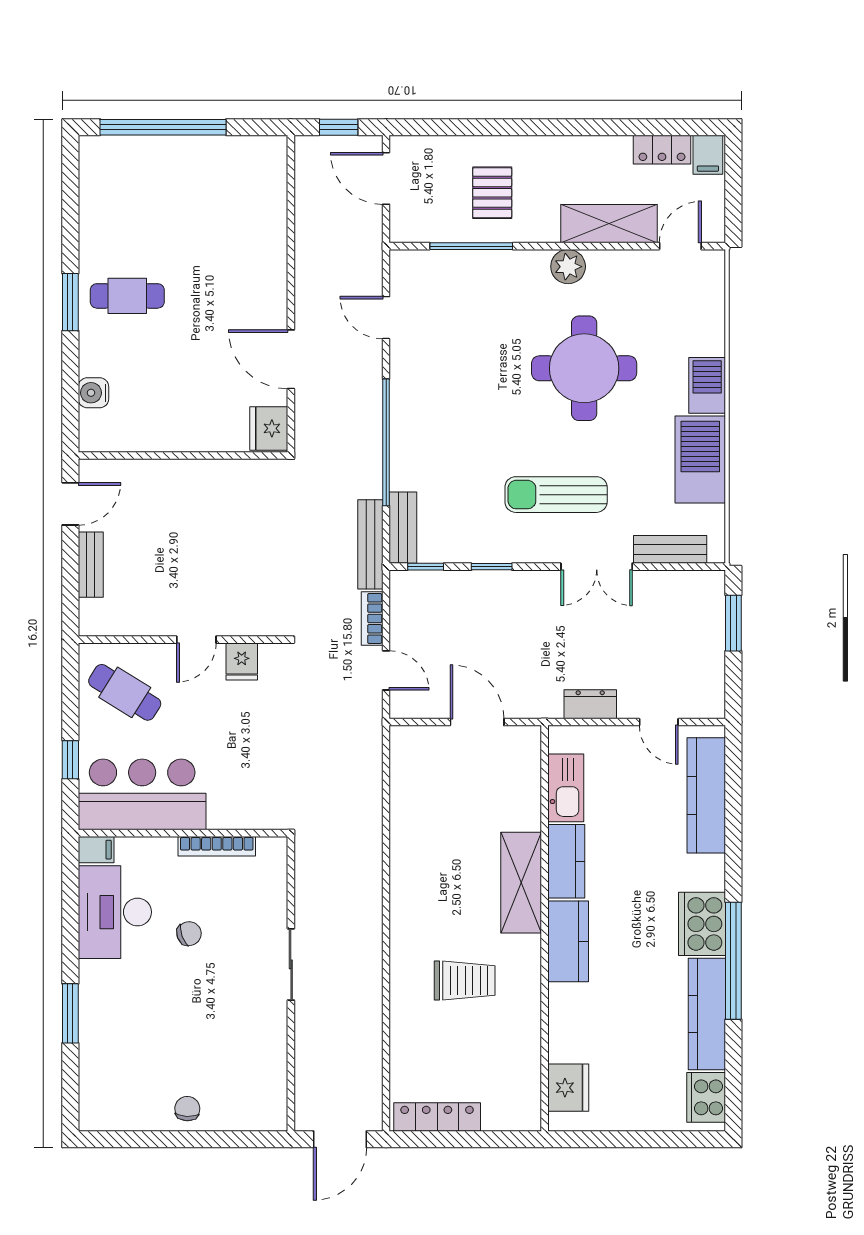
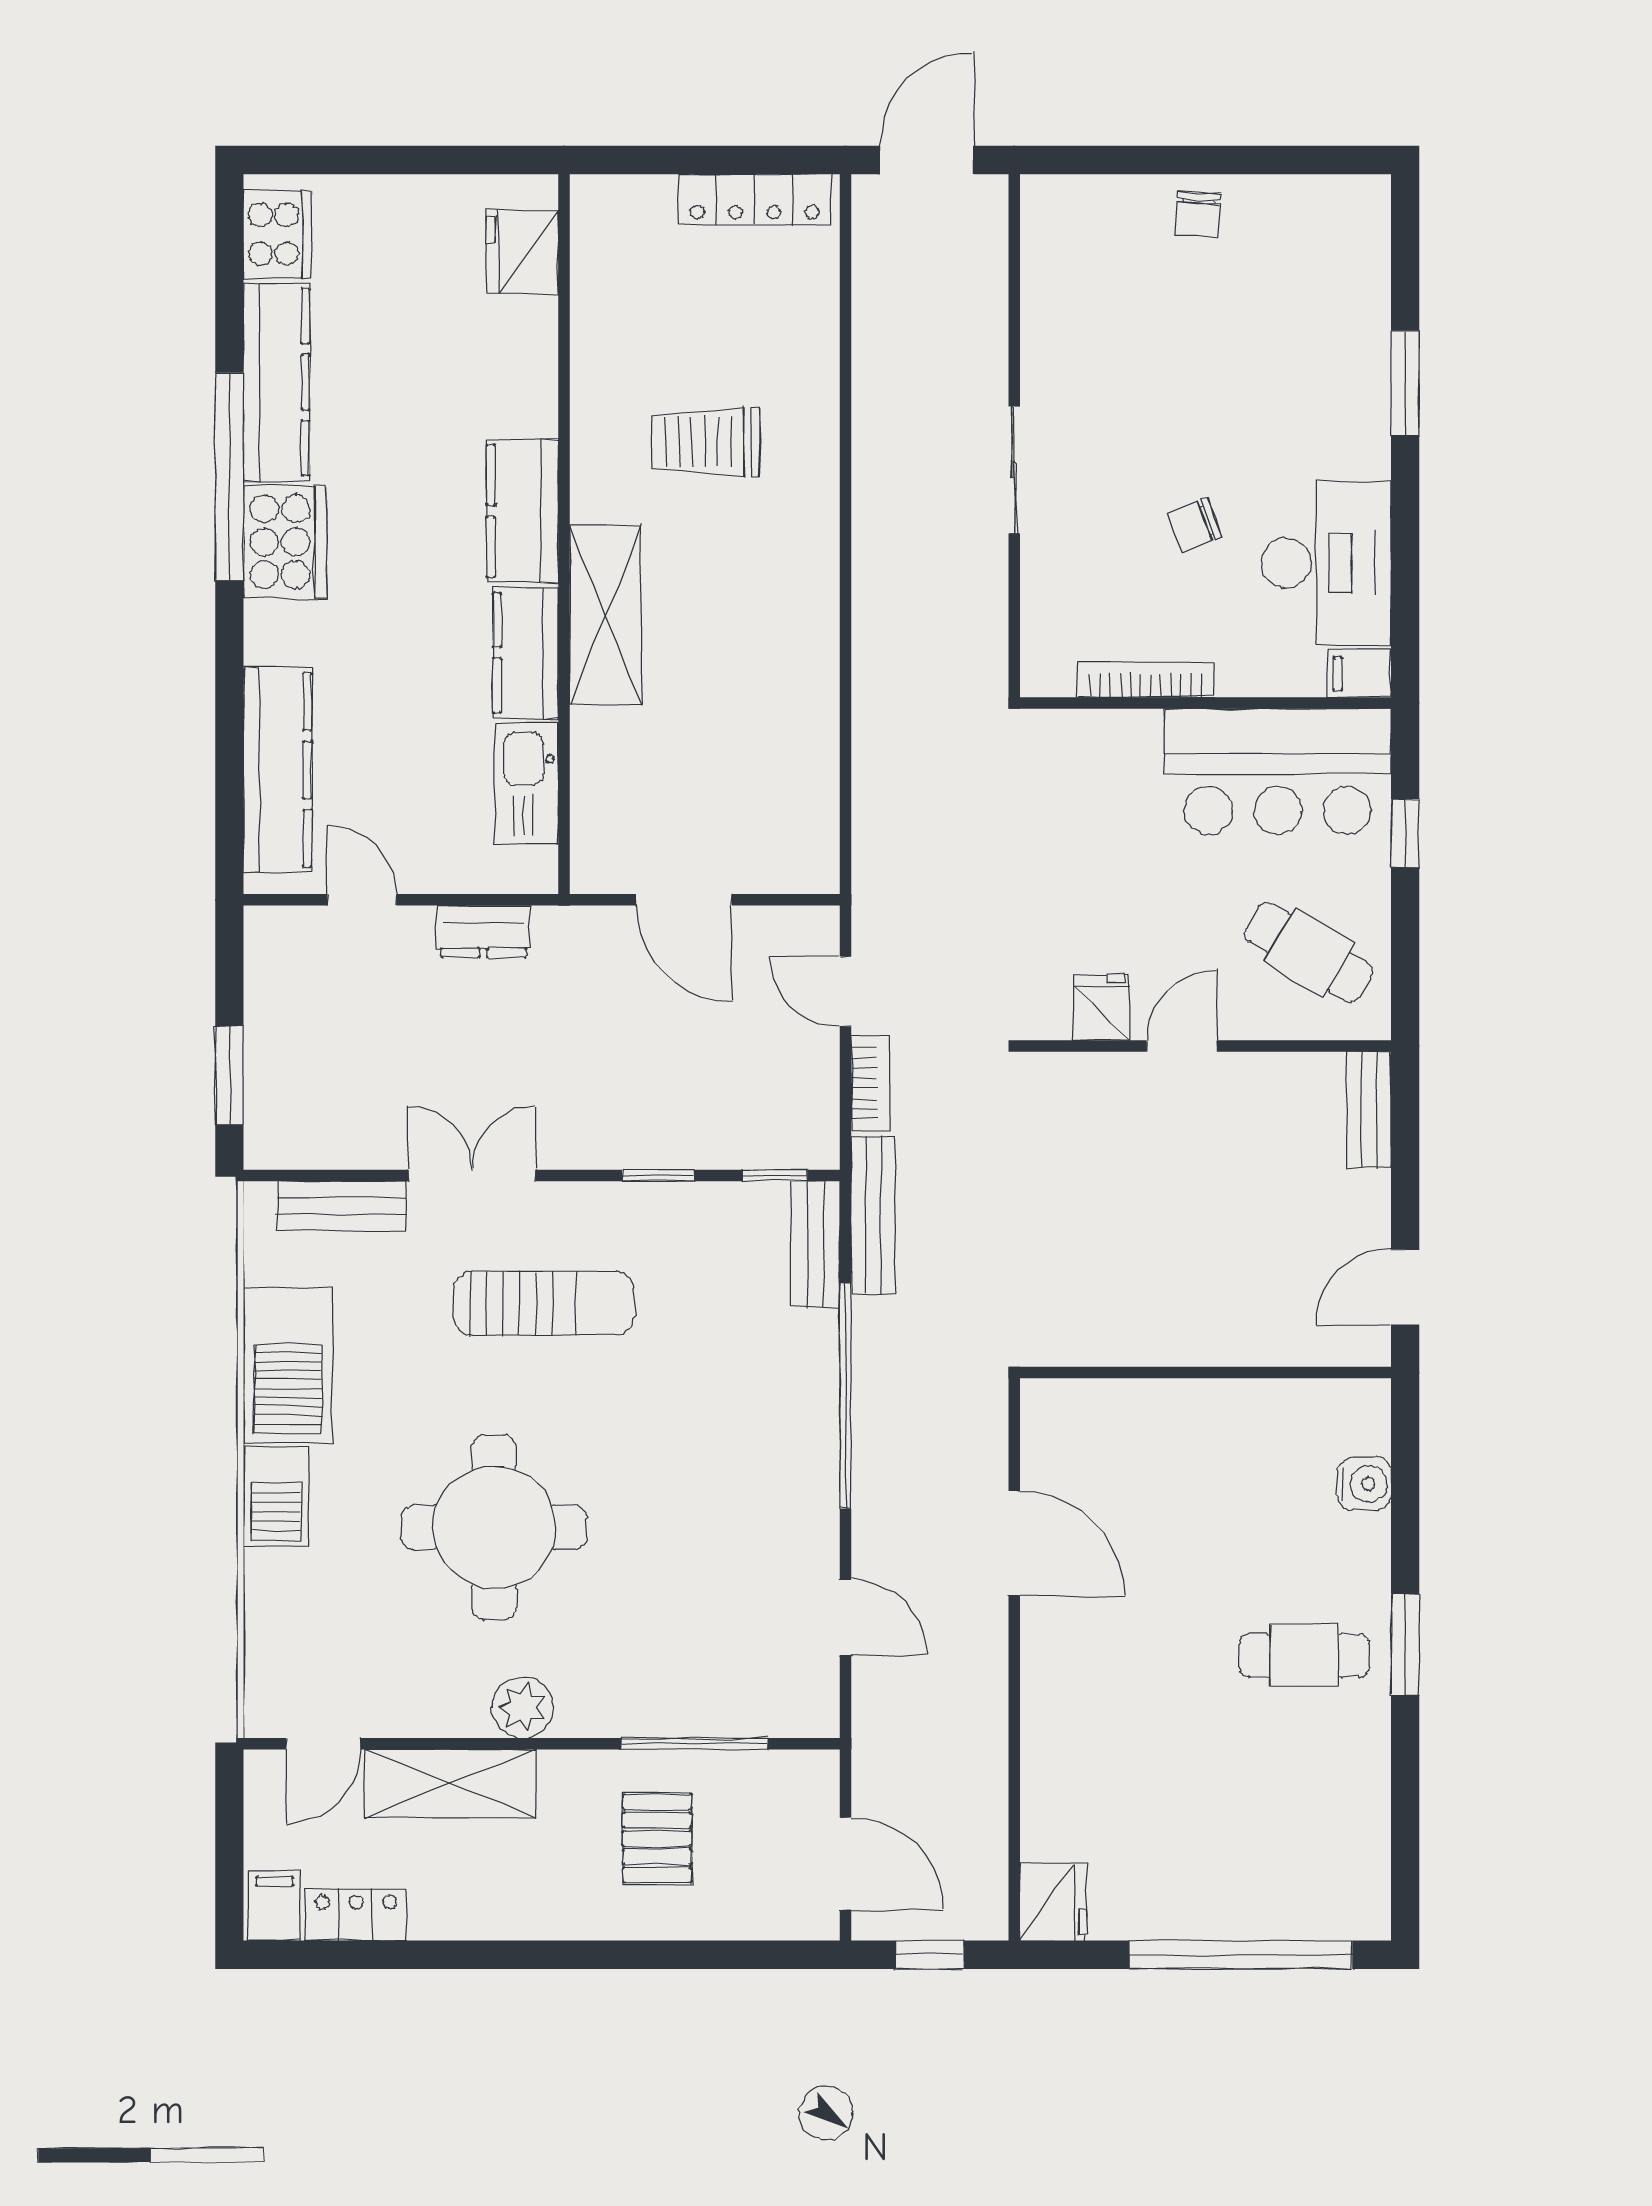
fridge: (269, 428) -> (1053, 1902), moved
bench: (91, 565) -> (1369, 1110), moved

